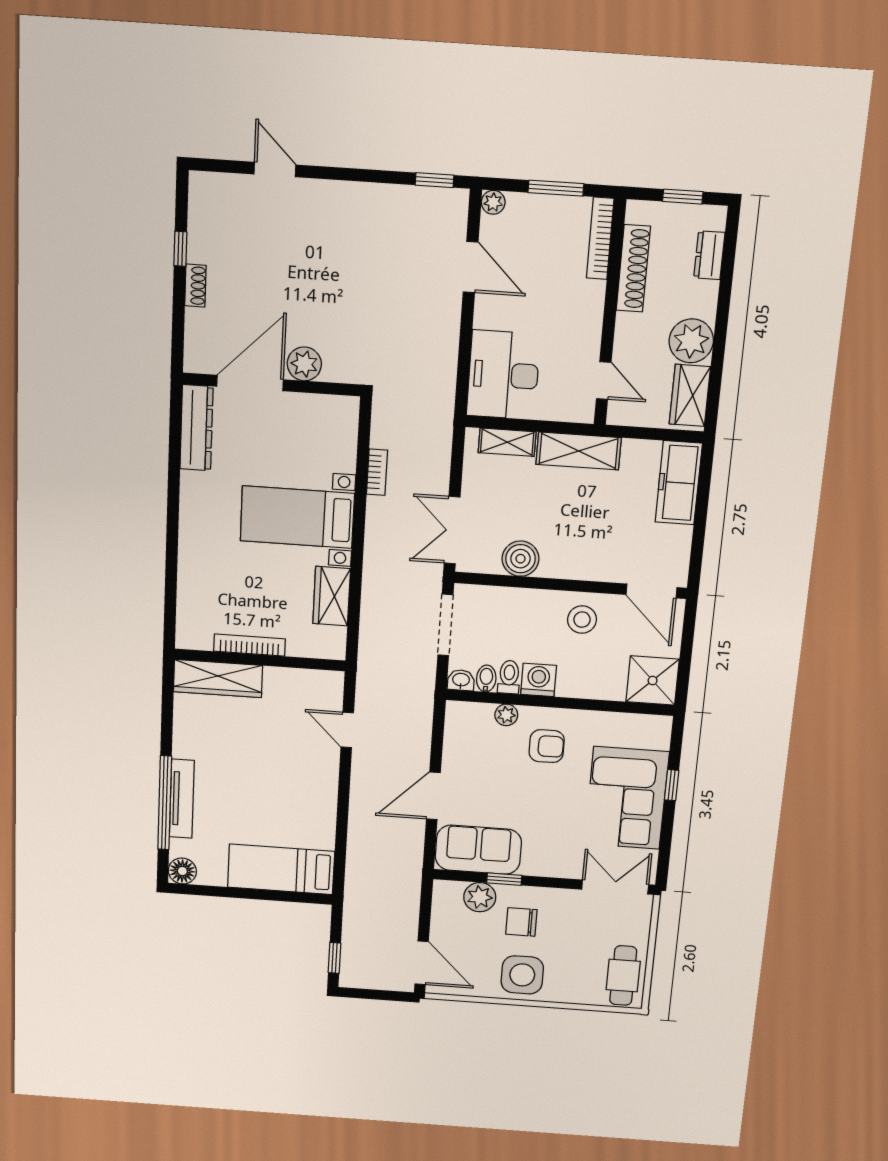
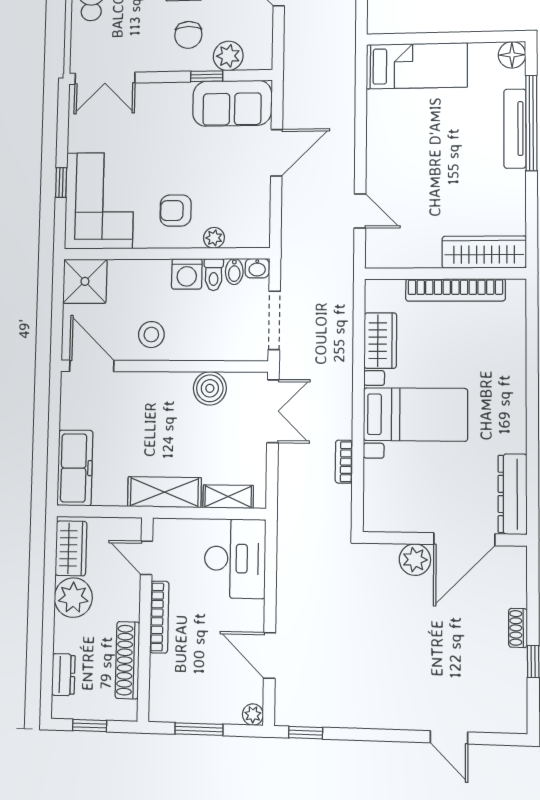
bookcase: (600, 238) -> (159, 617), moved
bookcase: (249, 645) -> (455, 290), width x1.48, depth x1.31
corner sofa: (627, 798) -> (99, 201), moved
chair: (521, 922) -> (188, 35), turned 90

